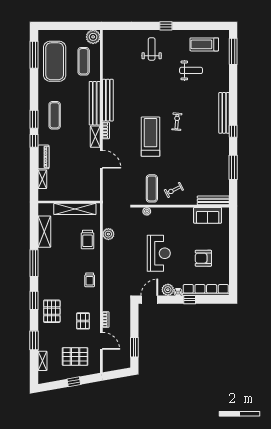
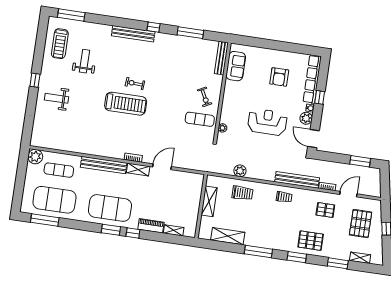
bench: (108, 100) -> (297, 180), moved
exercise mat: (55, 115) -> (110, 208), width x2.00, depth x1.45
treadmill: (151, 137) -> (126, 104), moved, turned 180
shelving: (75, 209) -> (209, 201), width x0.68

